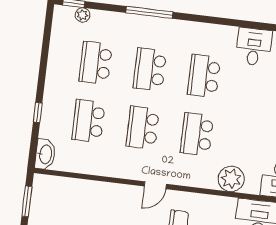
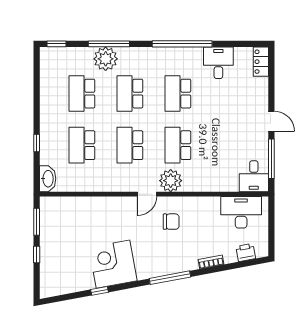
window: (149, 12) -> (109, 44), moved
plant: (82, 15) -> (106, 59), moved, width x1.87, depth x1.87
window: (215, 20) -> (182, 44), added
plant: (231, 179) -> (171, 181), moved

